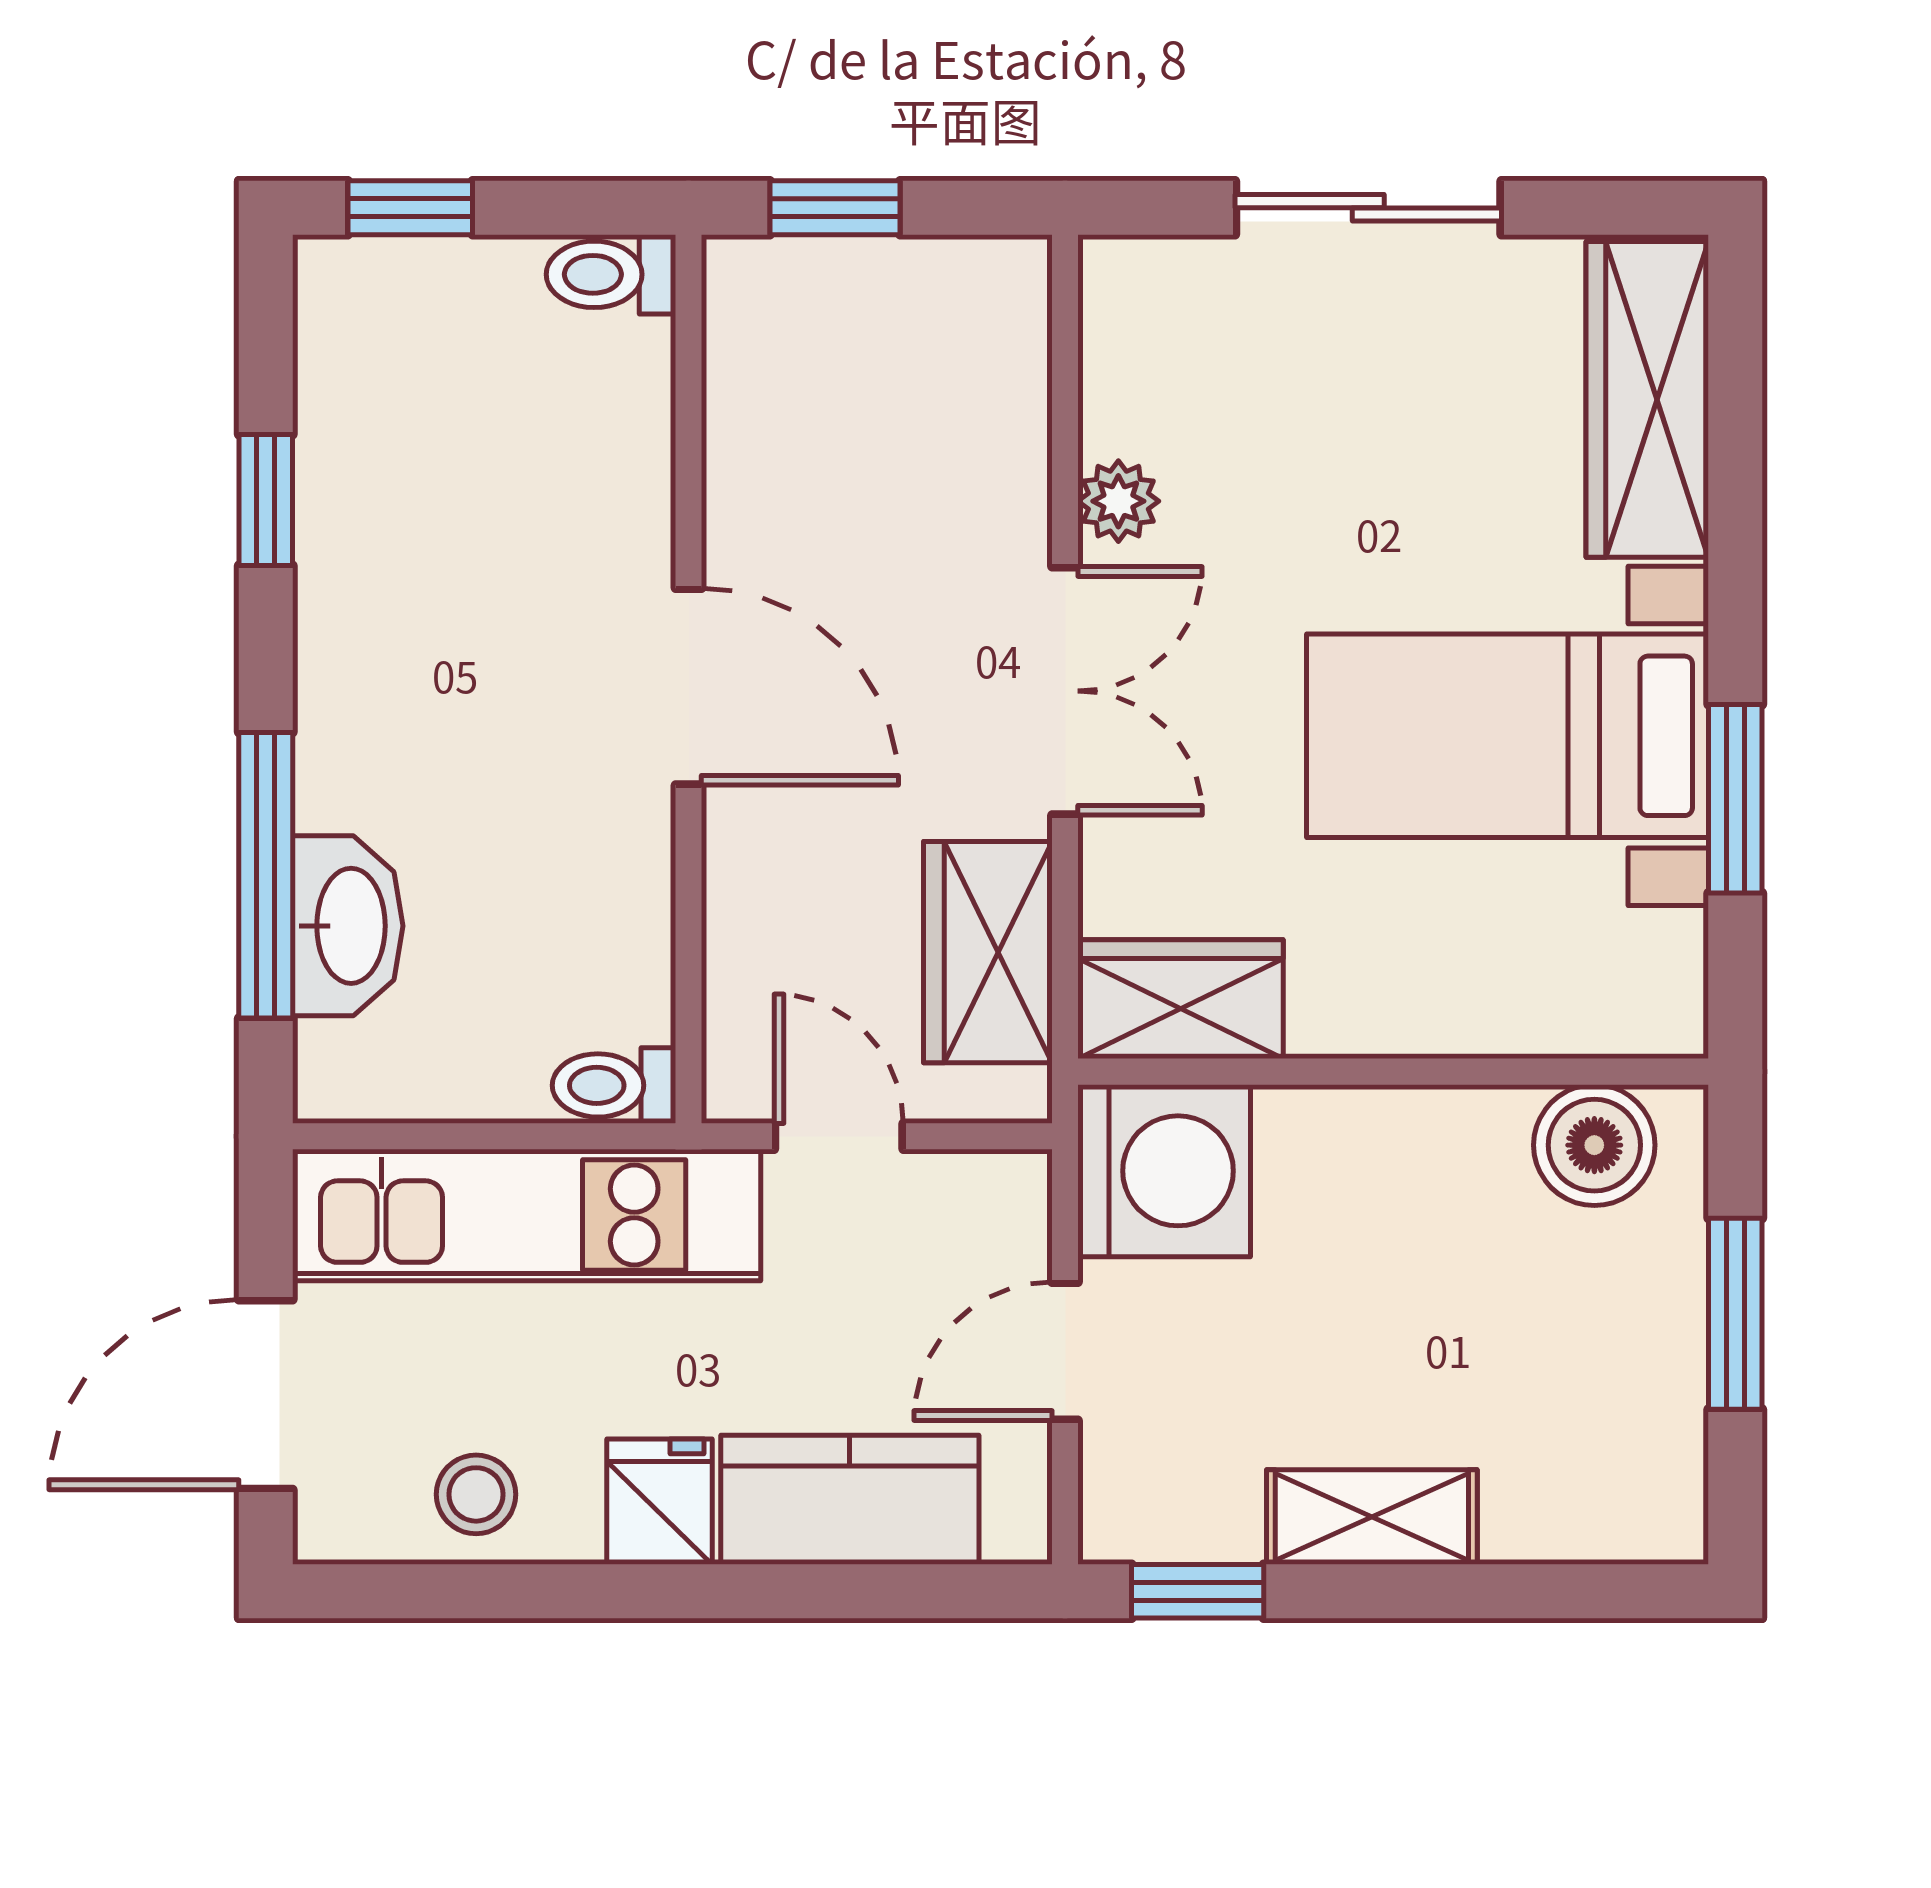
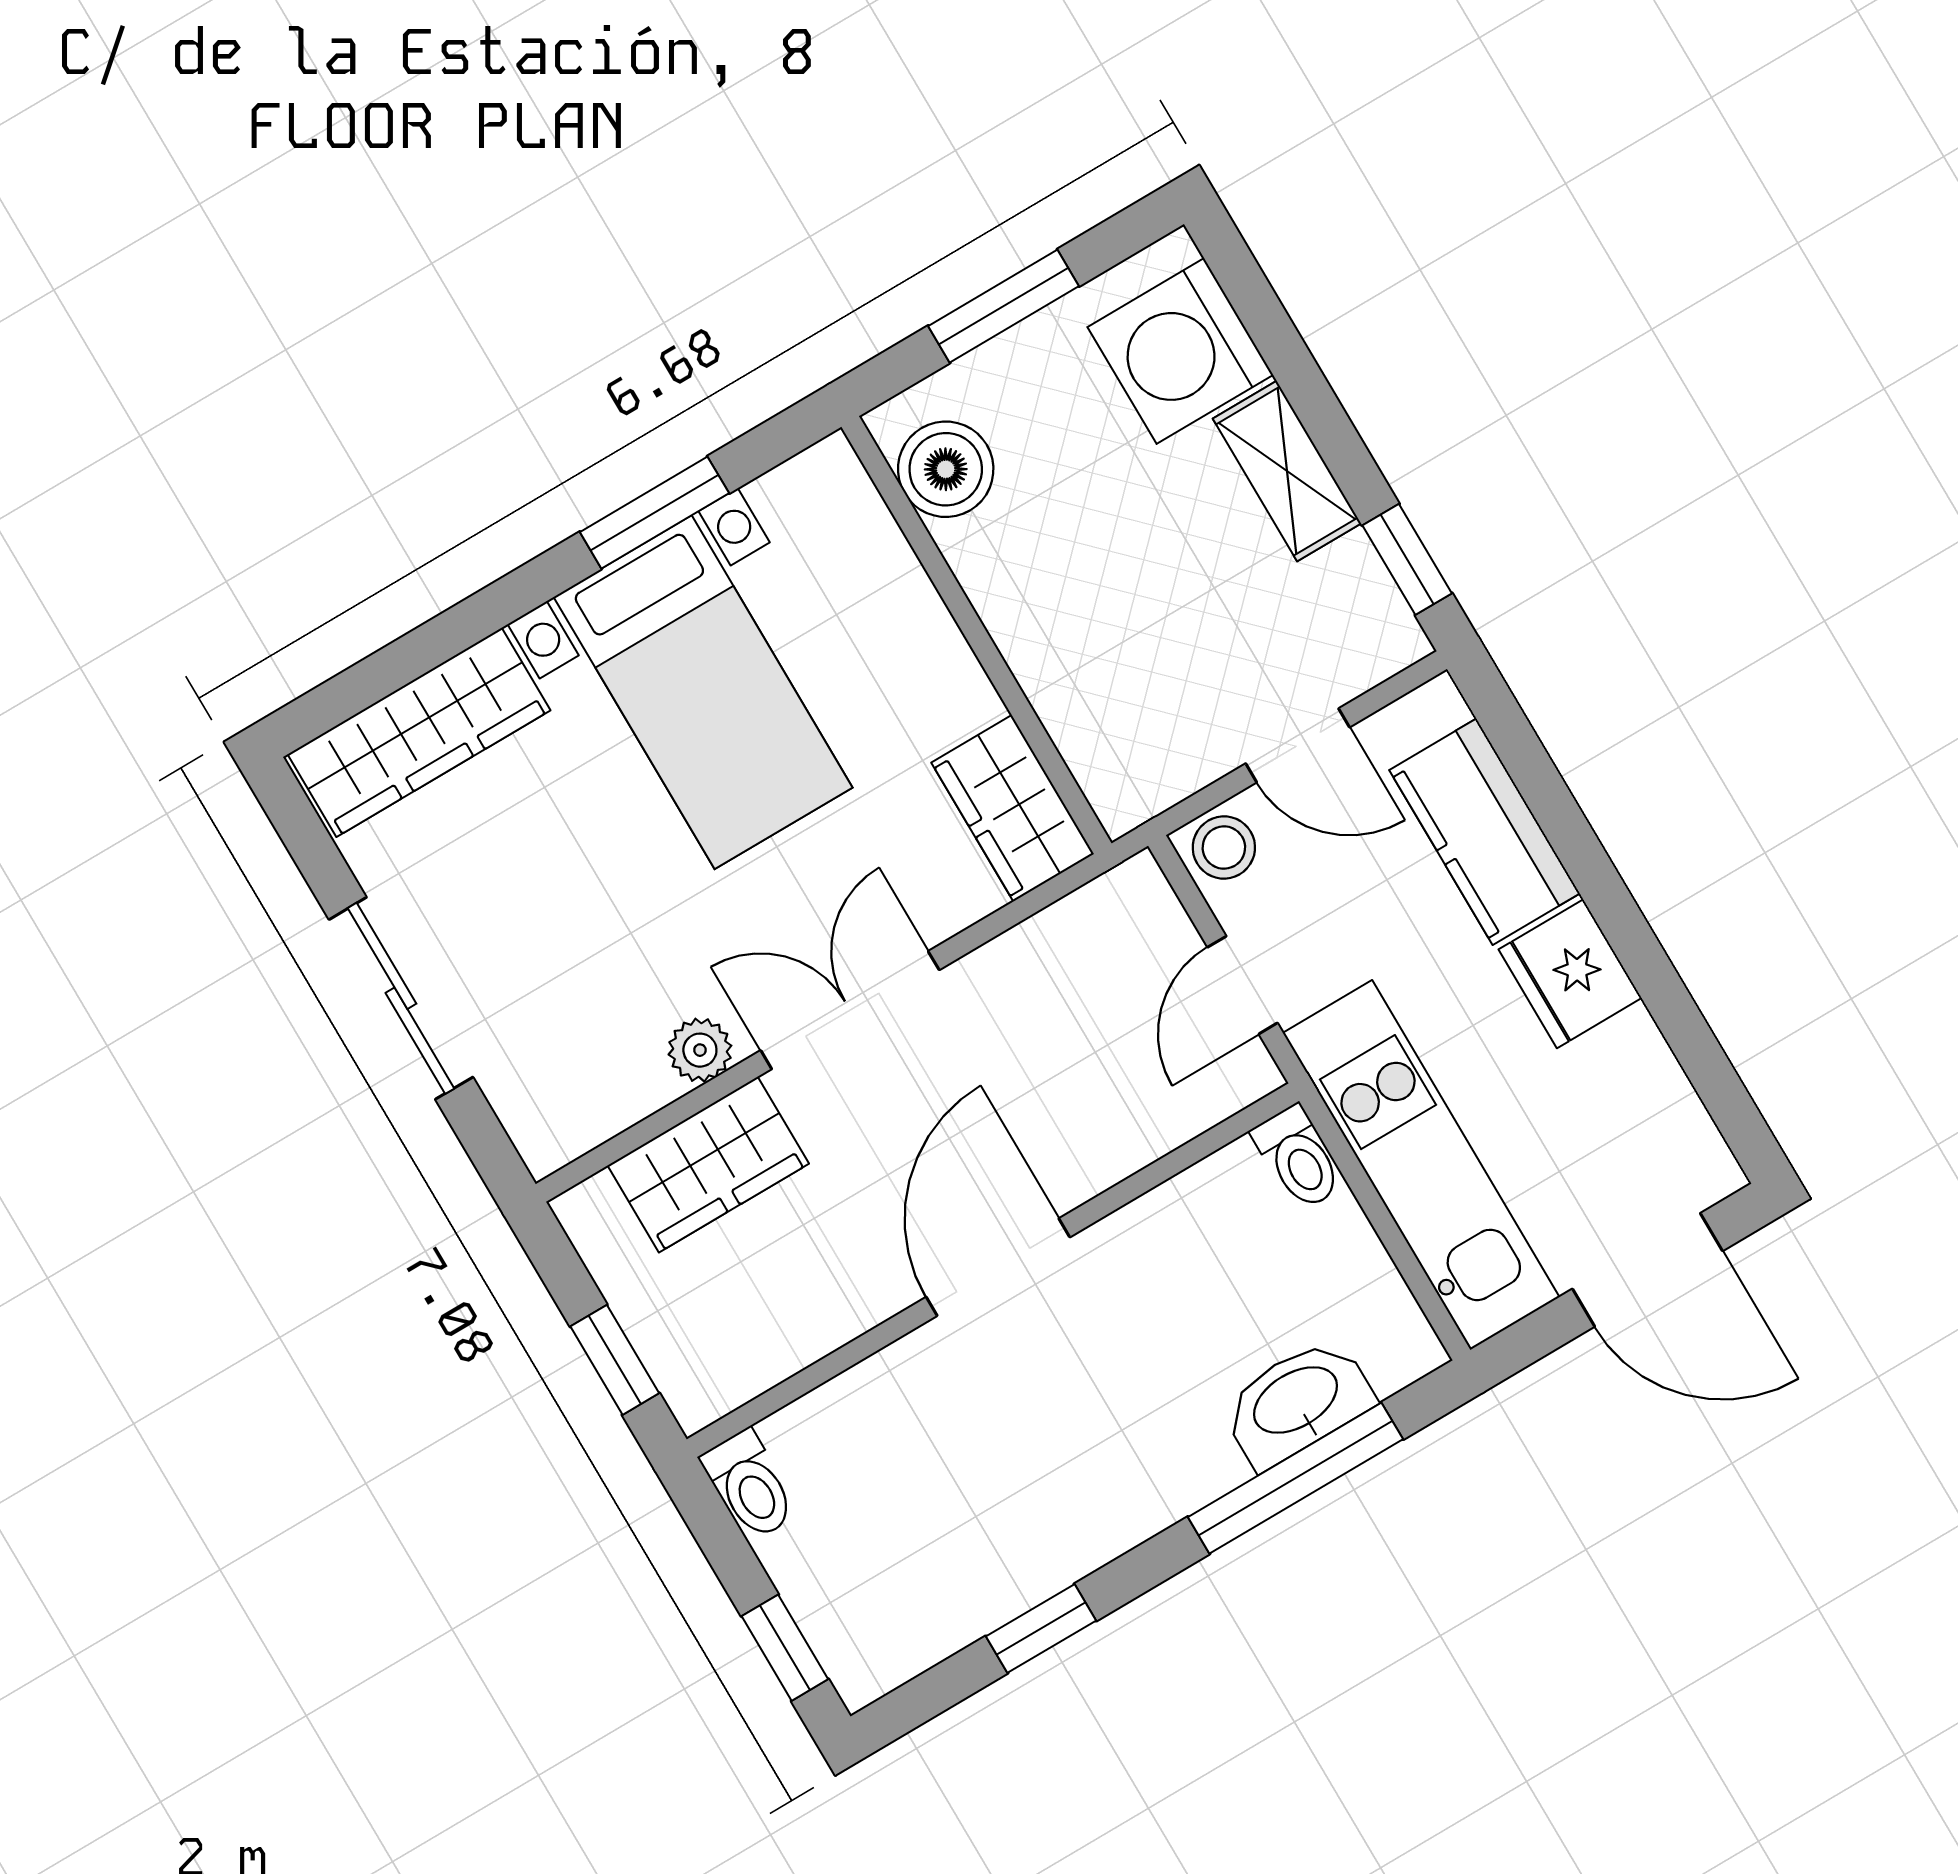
wardrobe: (988, 952) -> (708, 1165), moved
washing machine: (1164, 1171) -> (1180, 351), moved, turned -90
stool: (476, 1494) -> (1224, 848), moved
fridge: (660, 1502) -> (1570, 974), width x1.38

